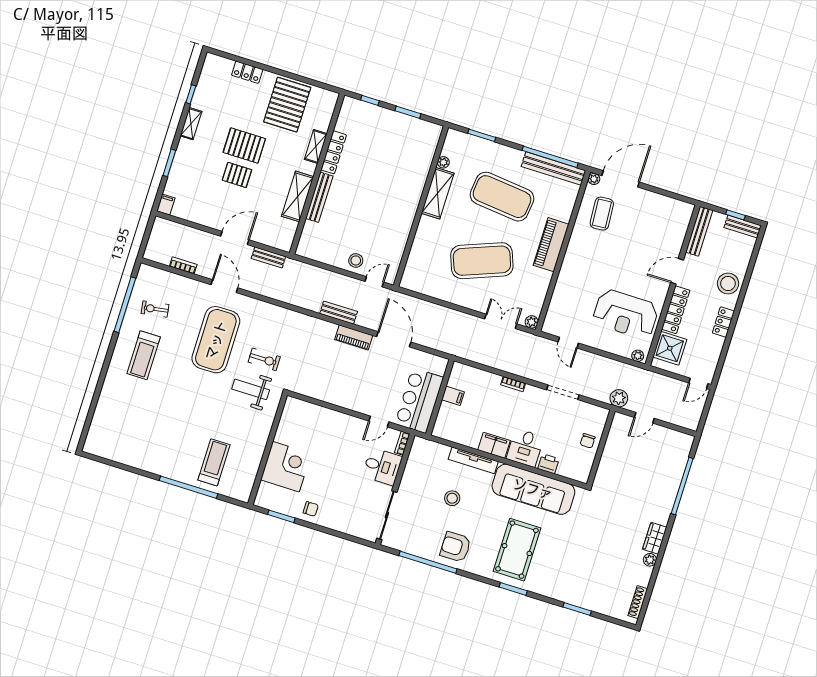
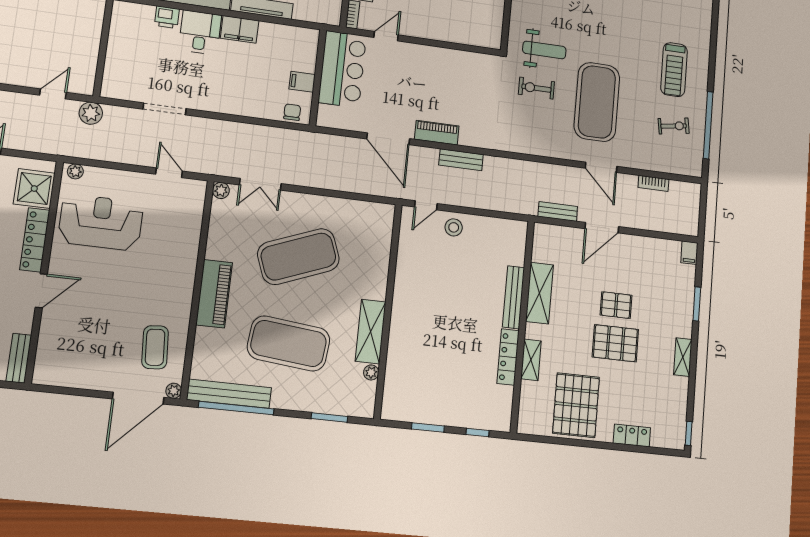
window: (191, 94) -> (689, 433), moved
bench: (699, 231) -> (19, 358), width x0.73
treadmill: (144, 355) -> (674, 70), turned 180
bookcase: (513, 384) -> (230, 109), removed
chair: (588, 441) -> (292, 112), moved

